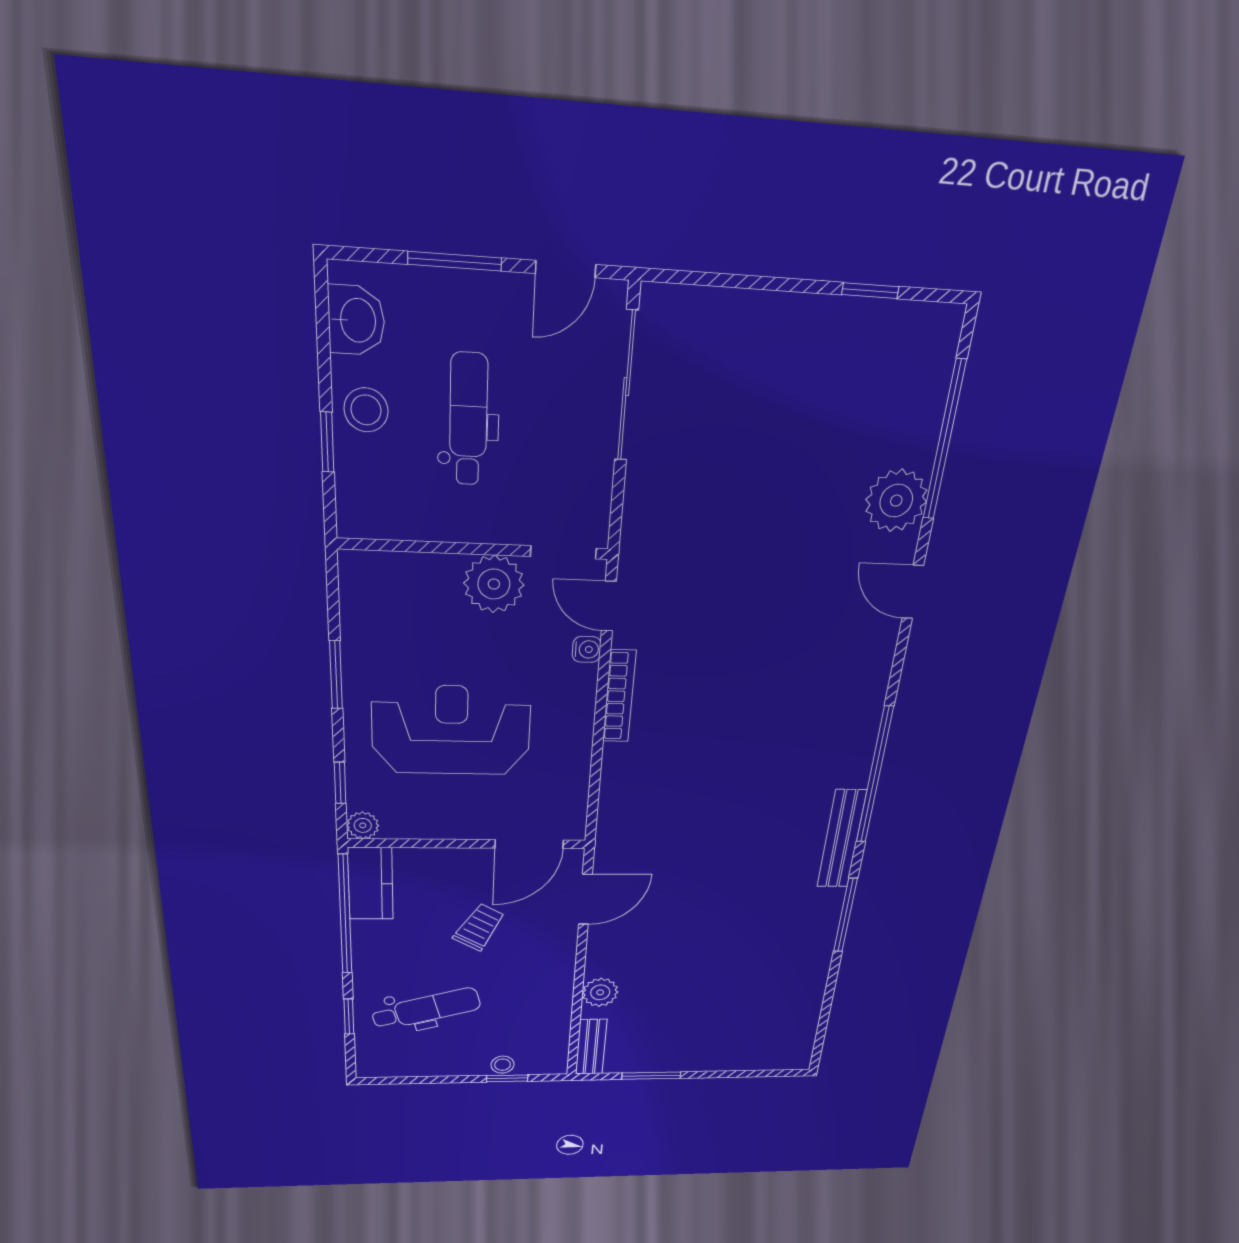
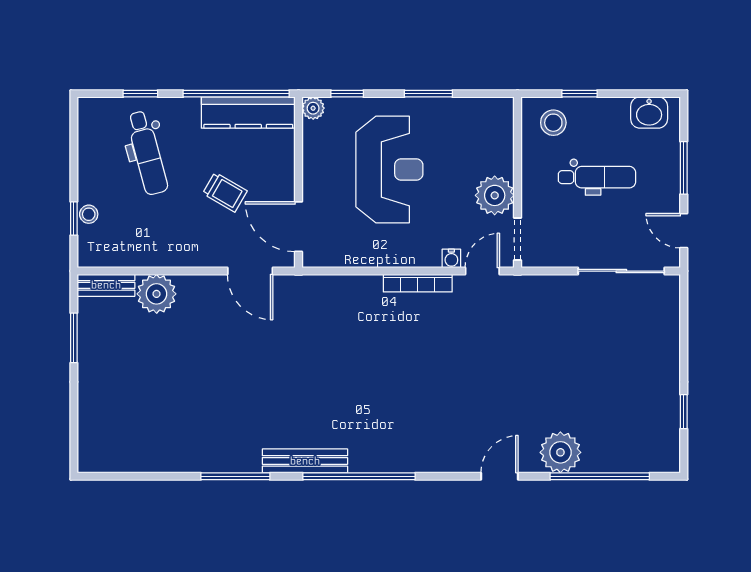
stool: (366, 410) -> (553, 123), moved
kitchen counter: (370, 884) -> (248, 113), width x1.50
plant: (600, 992) -> (157, 294), width x1.36, depth x1.36

